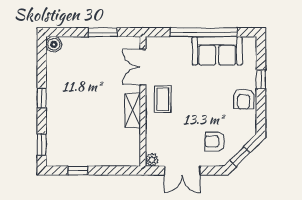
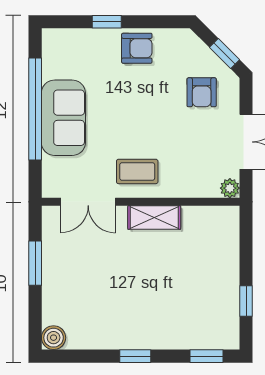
sofa: (217, 51) -> (63, 118), moved

